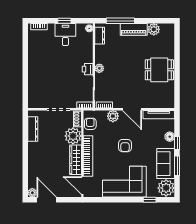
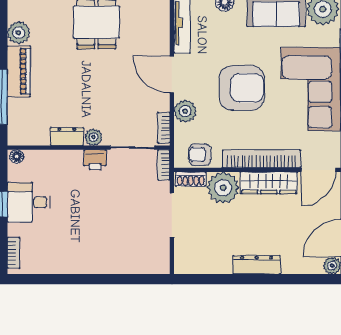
dresser: (100, 36) -> (67, 136), moved
door: (132, 109) -> (172, 74), swing flipped
dresser: (33, 129) -> (257, 265), moved
armchair: (125, 146) -> (242, 88), width x1.88, depth x1.88

